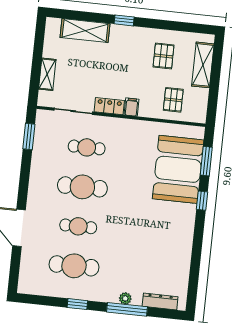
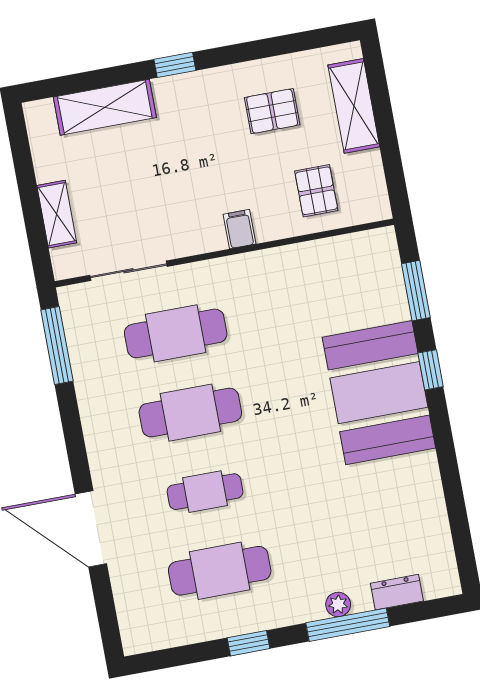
pallet: (164, 56) -> (272, 111), turned 90
locker: (109, 106) -> (196, 240), removed
window: (29, 136) -> (57, 345), width x1.44
cafe table: (87, 147) -> (176, 333), width x1.37, depth x1.35
booth: (178, 169) -> (379, 393), moved
dresser: (160, 301) -> (397, 592), width x0.70

